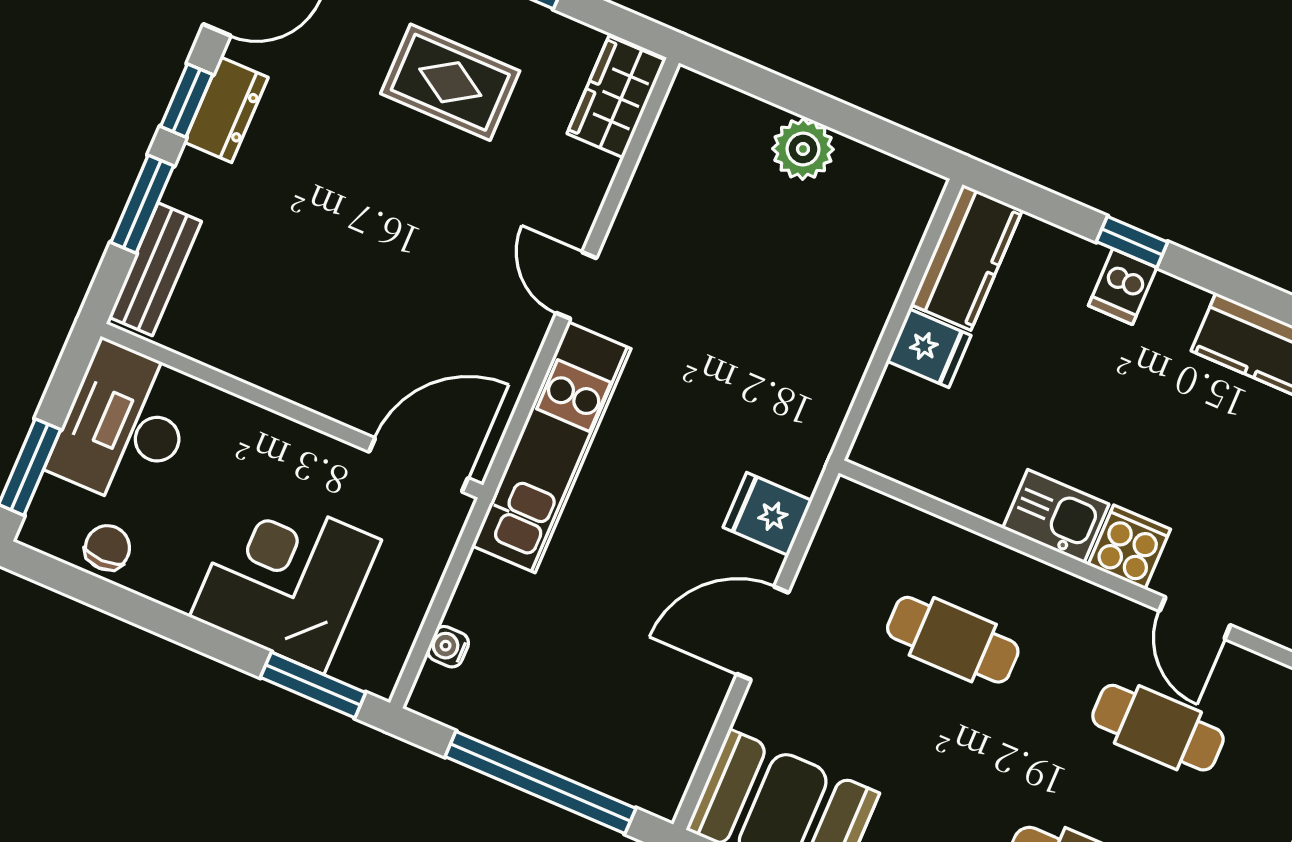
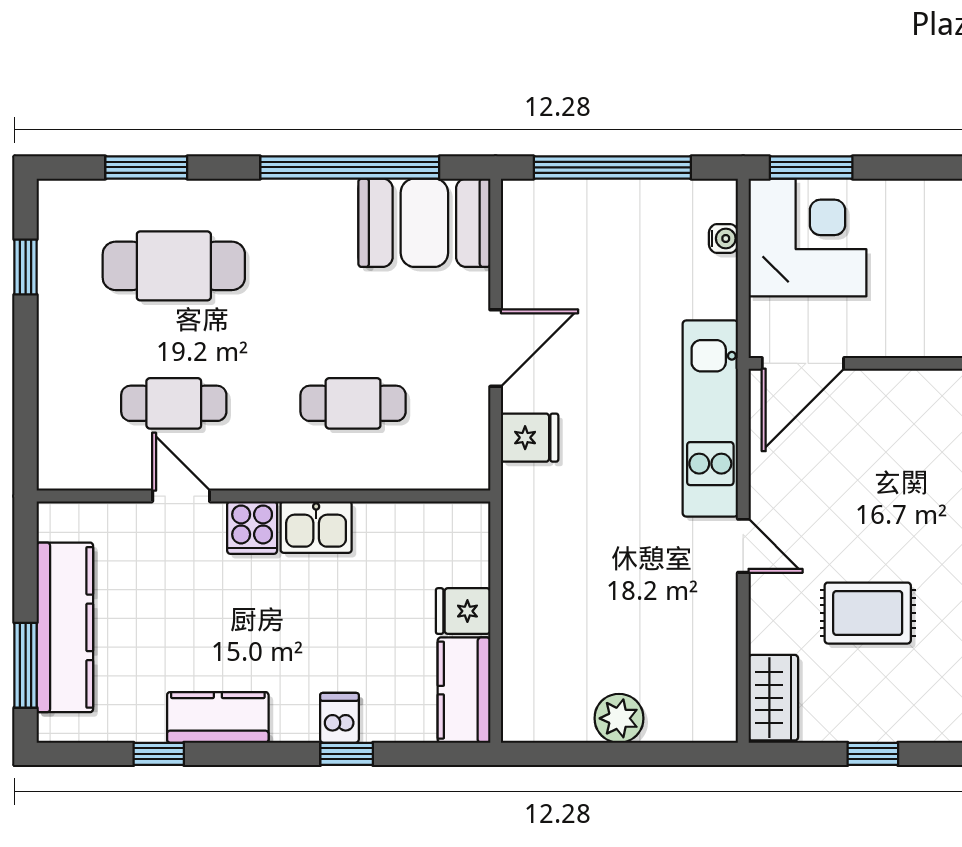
rug: (450, 82) -> (868, 613), moved
corner desk: (285, 578) -> (807, 237), moved, turned -90

